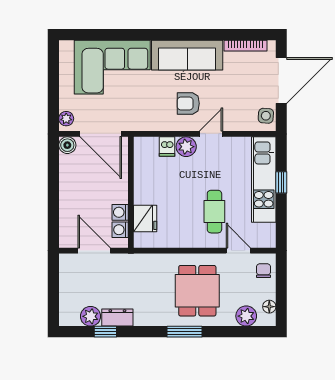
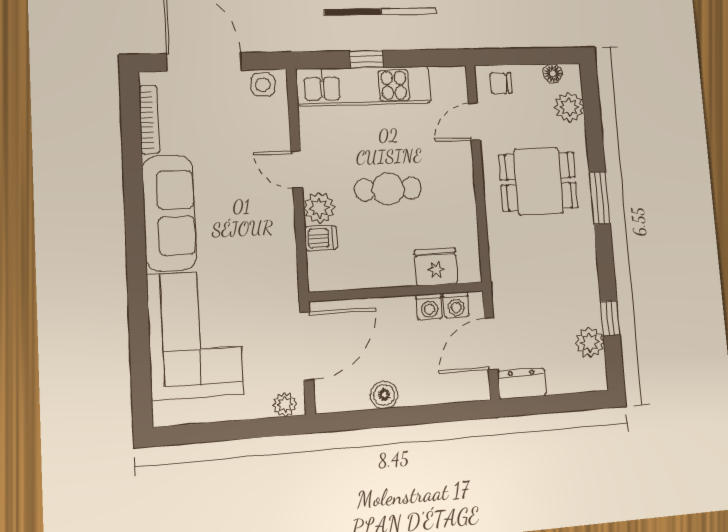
armchair: (188, 103) -> (249, 208), removed
boiler: (67, 145) -> (384, 395), moved
cafe table: (214, 212) -> (388, 189), moved
dresser: (117, 318) -> (522, 384), moved, turned 90

